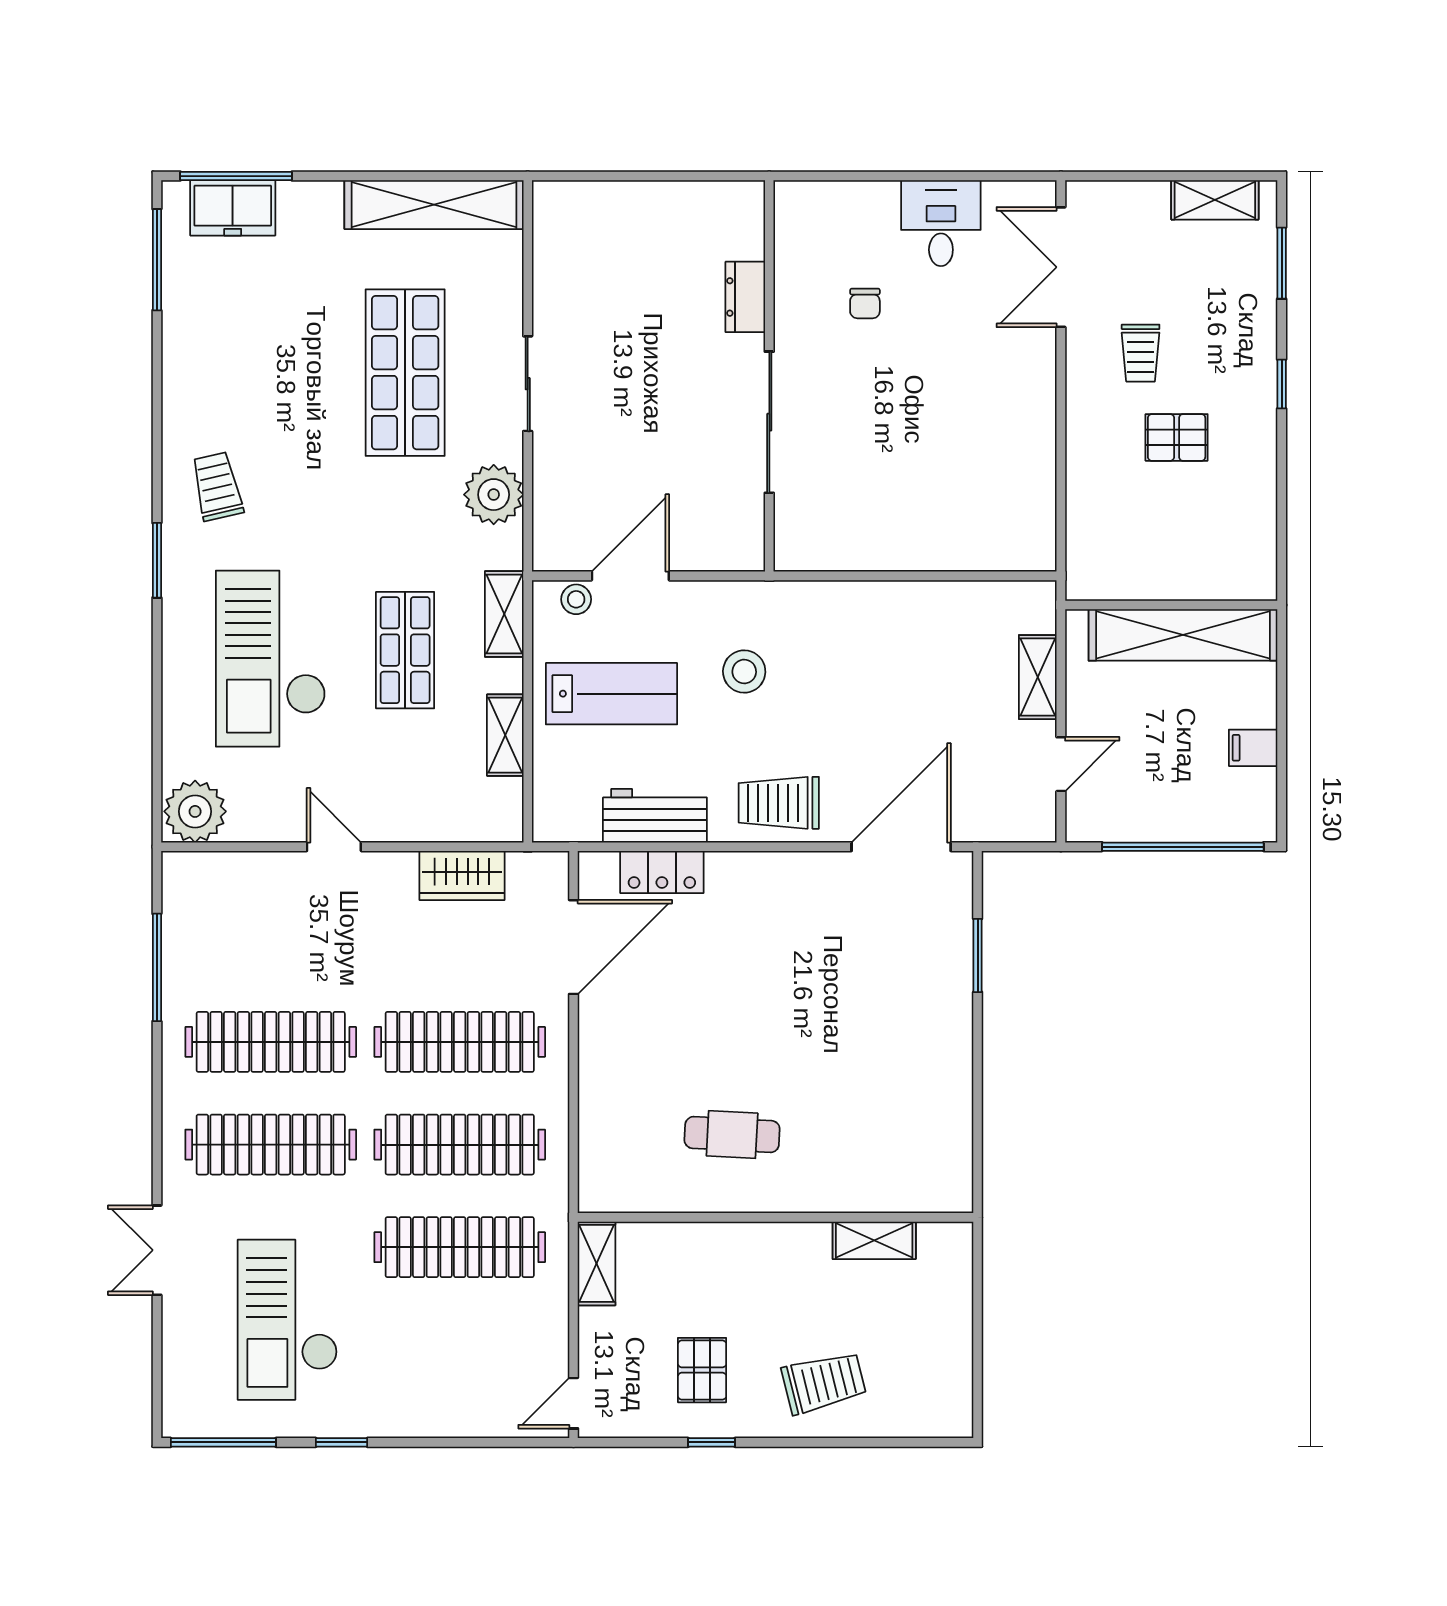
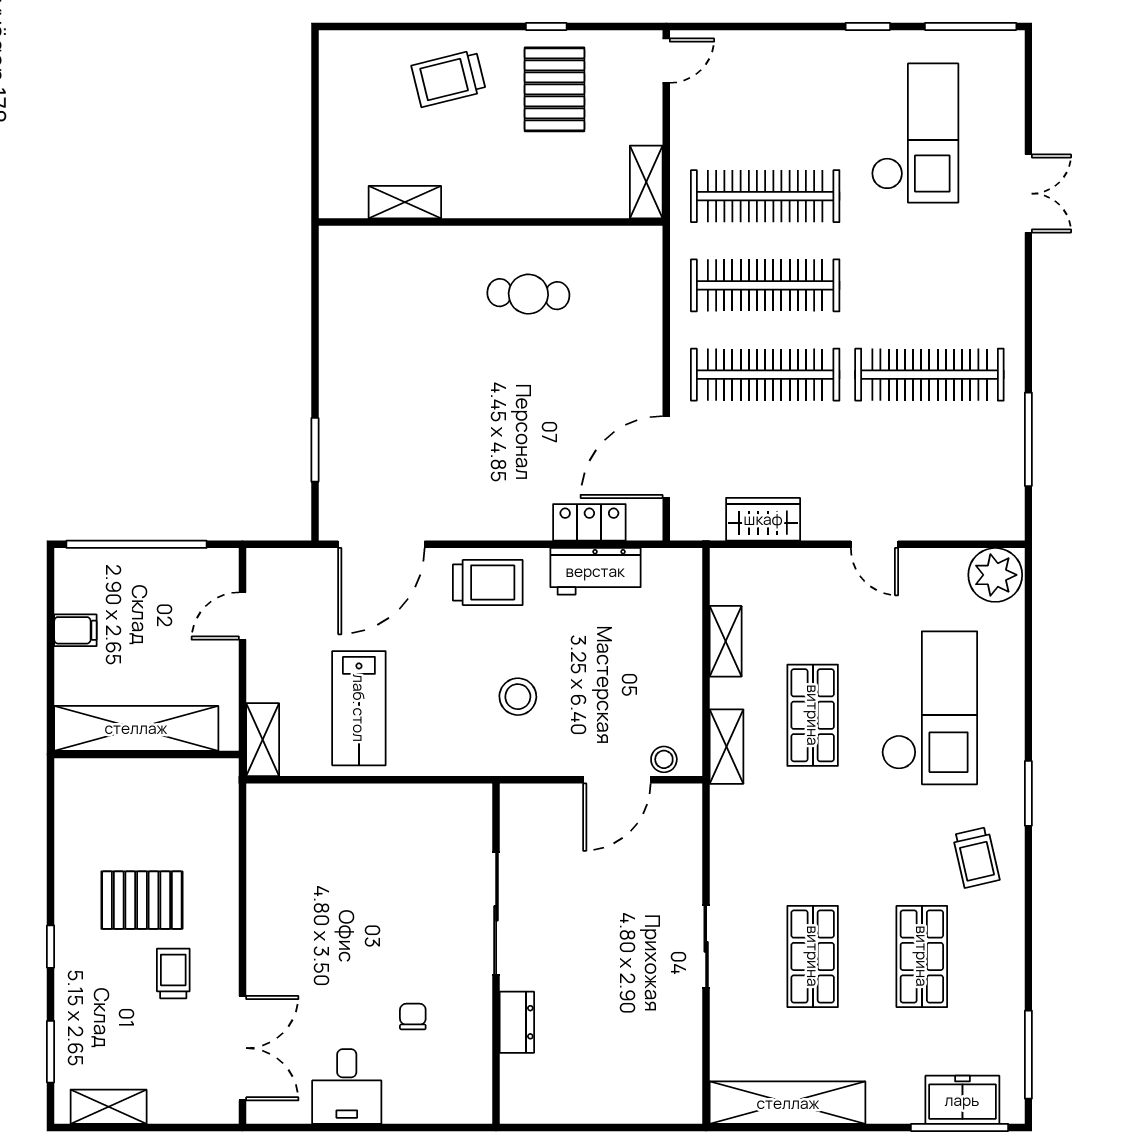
shop shelf: (280, 373) -> (922, 956), added
shop shelf: (405, 373) -> (813, 956), width x0.70, depth x0.74
pallet: (1177, 437) -> (142, 900), width x1.50, depth x1.42
plant: (494, 495) -> (736, 850), removed
shelving: (1038, 677) -> (263, 740), moved
lab bench: (612, 694) -> (359, 708), moved, turned -90
clothes rail: (271, 1145) -> (929, 285), removed
pallet: (702, 1370) -> (554, 89), width x1.50, depth x1.42

